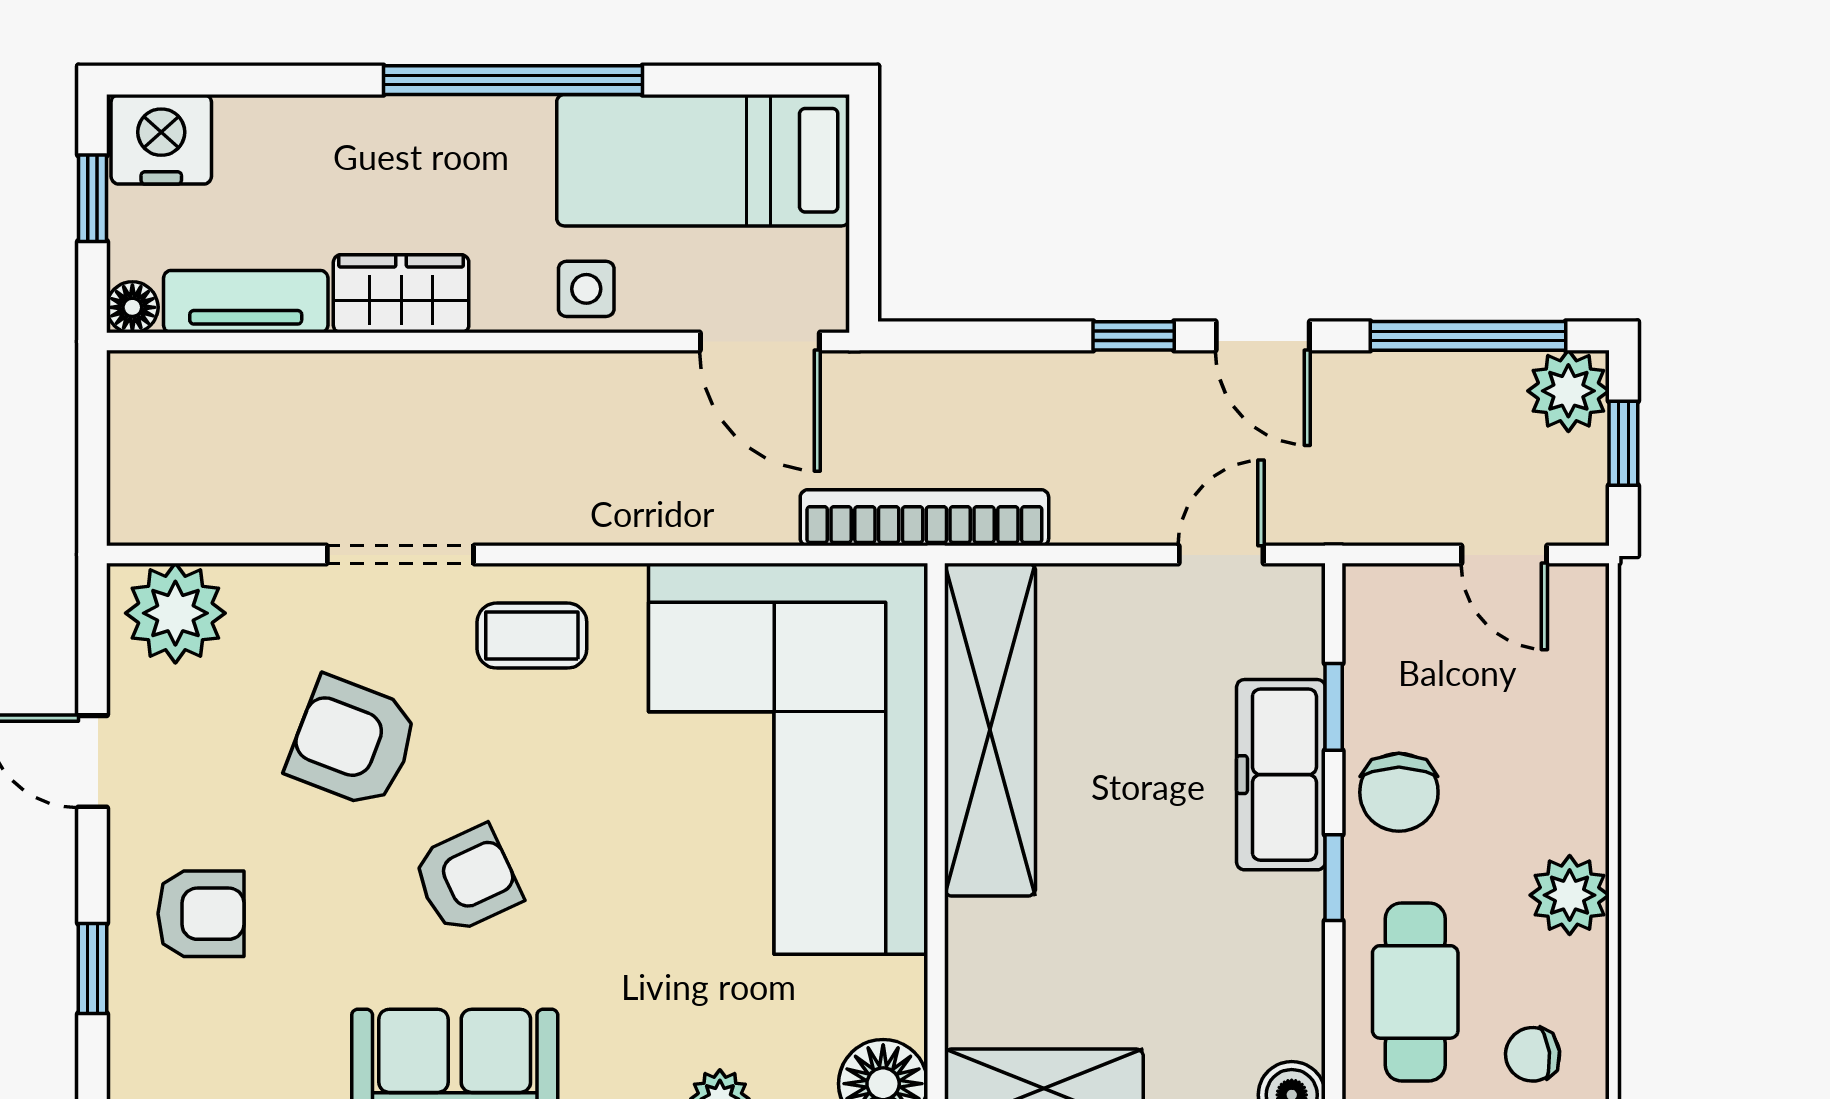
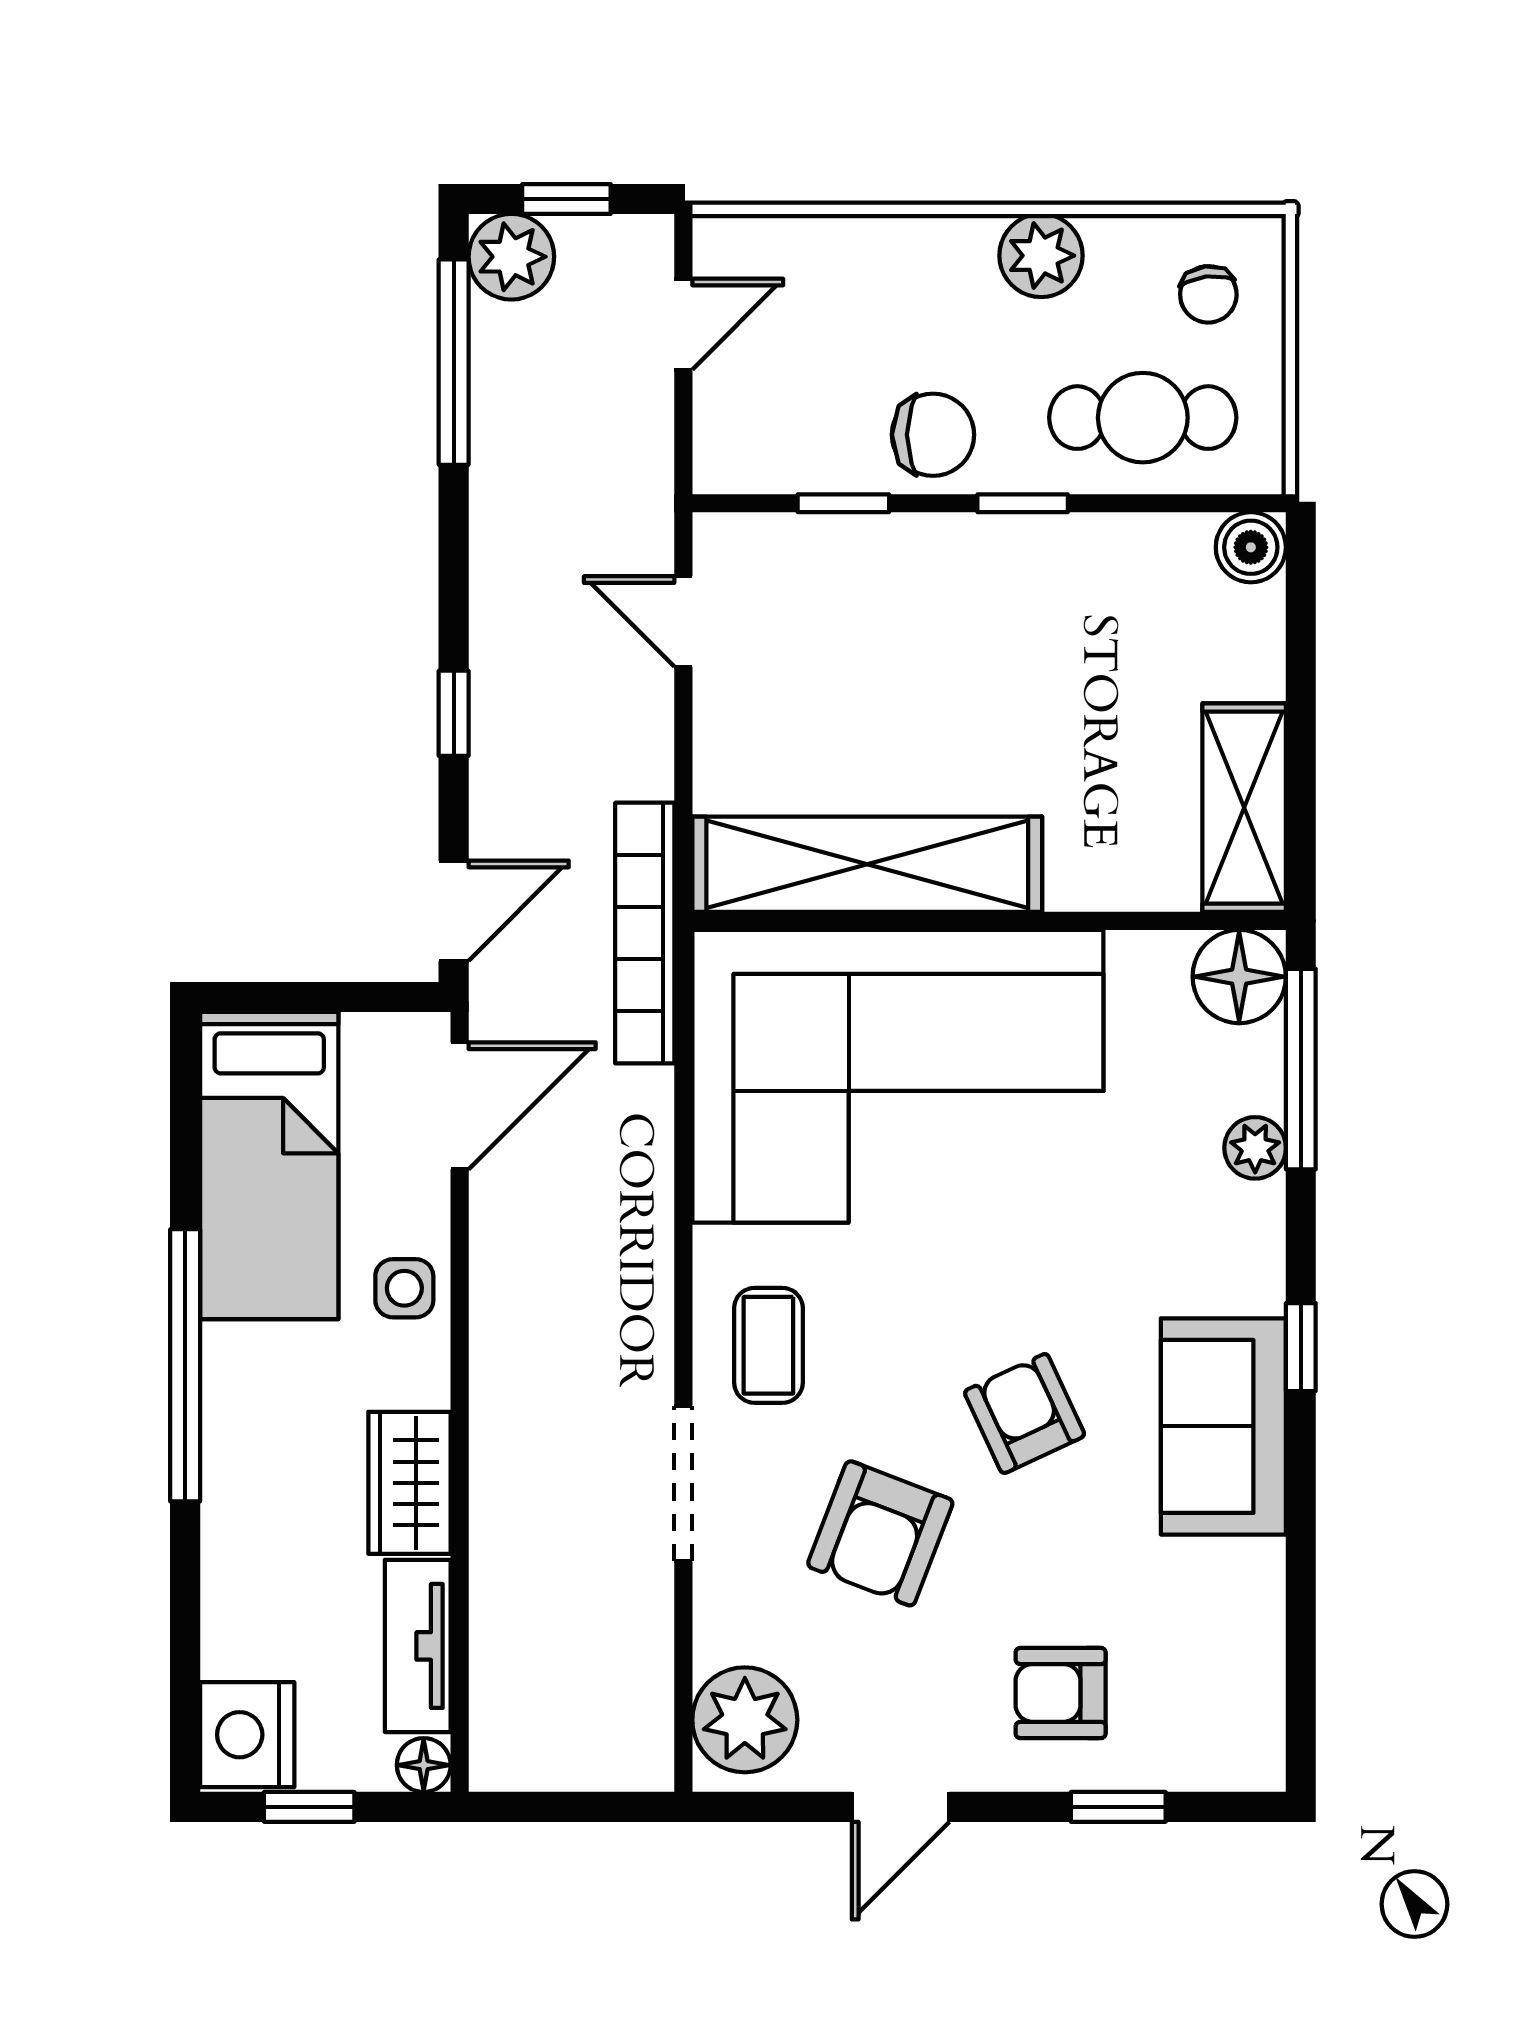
door: (1263, 336) -> (454, 911), moved
freezer: (1281, 775) -> (915, 559), removed
armchair: (201, 914) -> (1061, 1693), turned -90

